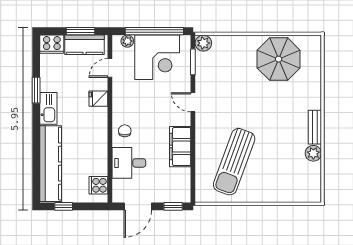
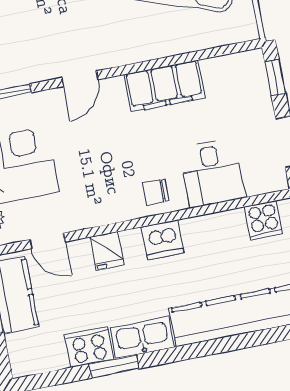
cooker: (52, 44) -> (89, 347), moved, turned -90
dishwasher: (98, 129) -> (163, 240), added

